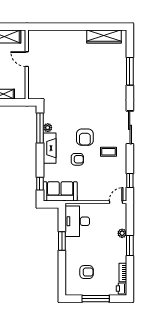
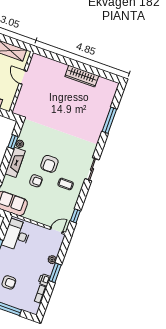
wardrobe: (104, 37) -> (82, 76), moved
sliding door: (130, 127) -> (92, 169), width x0.73
window: (40, 128) -> (13, 142), width x0.46
printer: (121, 288) -> (44, 280), moved

